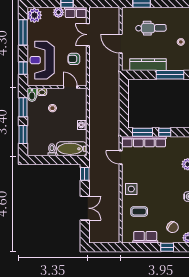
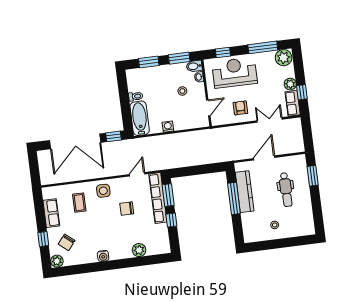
window: (170, 75) -> (234, 198), moved
chair: (150, 170) -> (127, 209), added
double door: (85, 208) -> (75, 141), width x1.87

